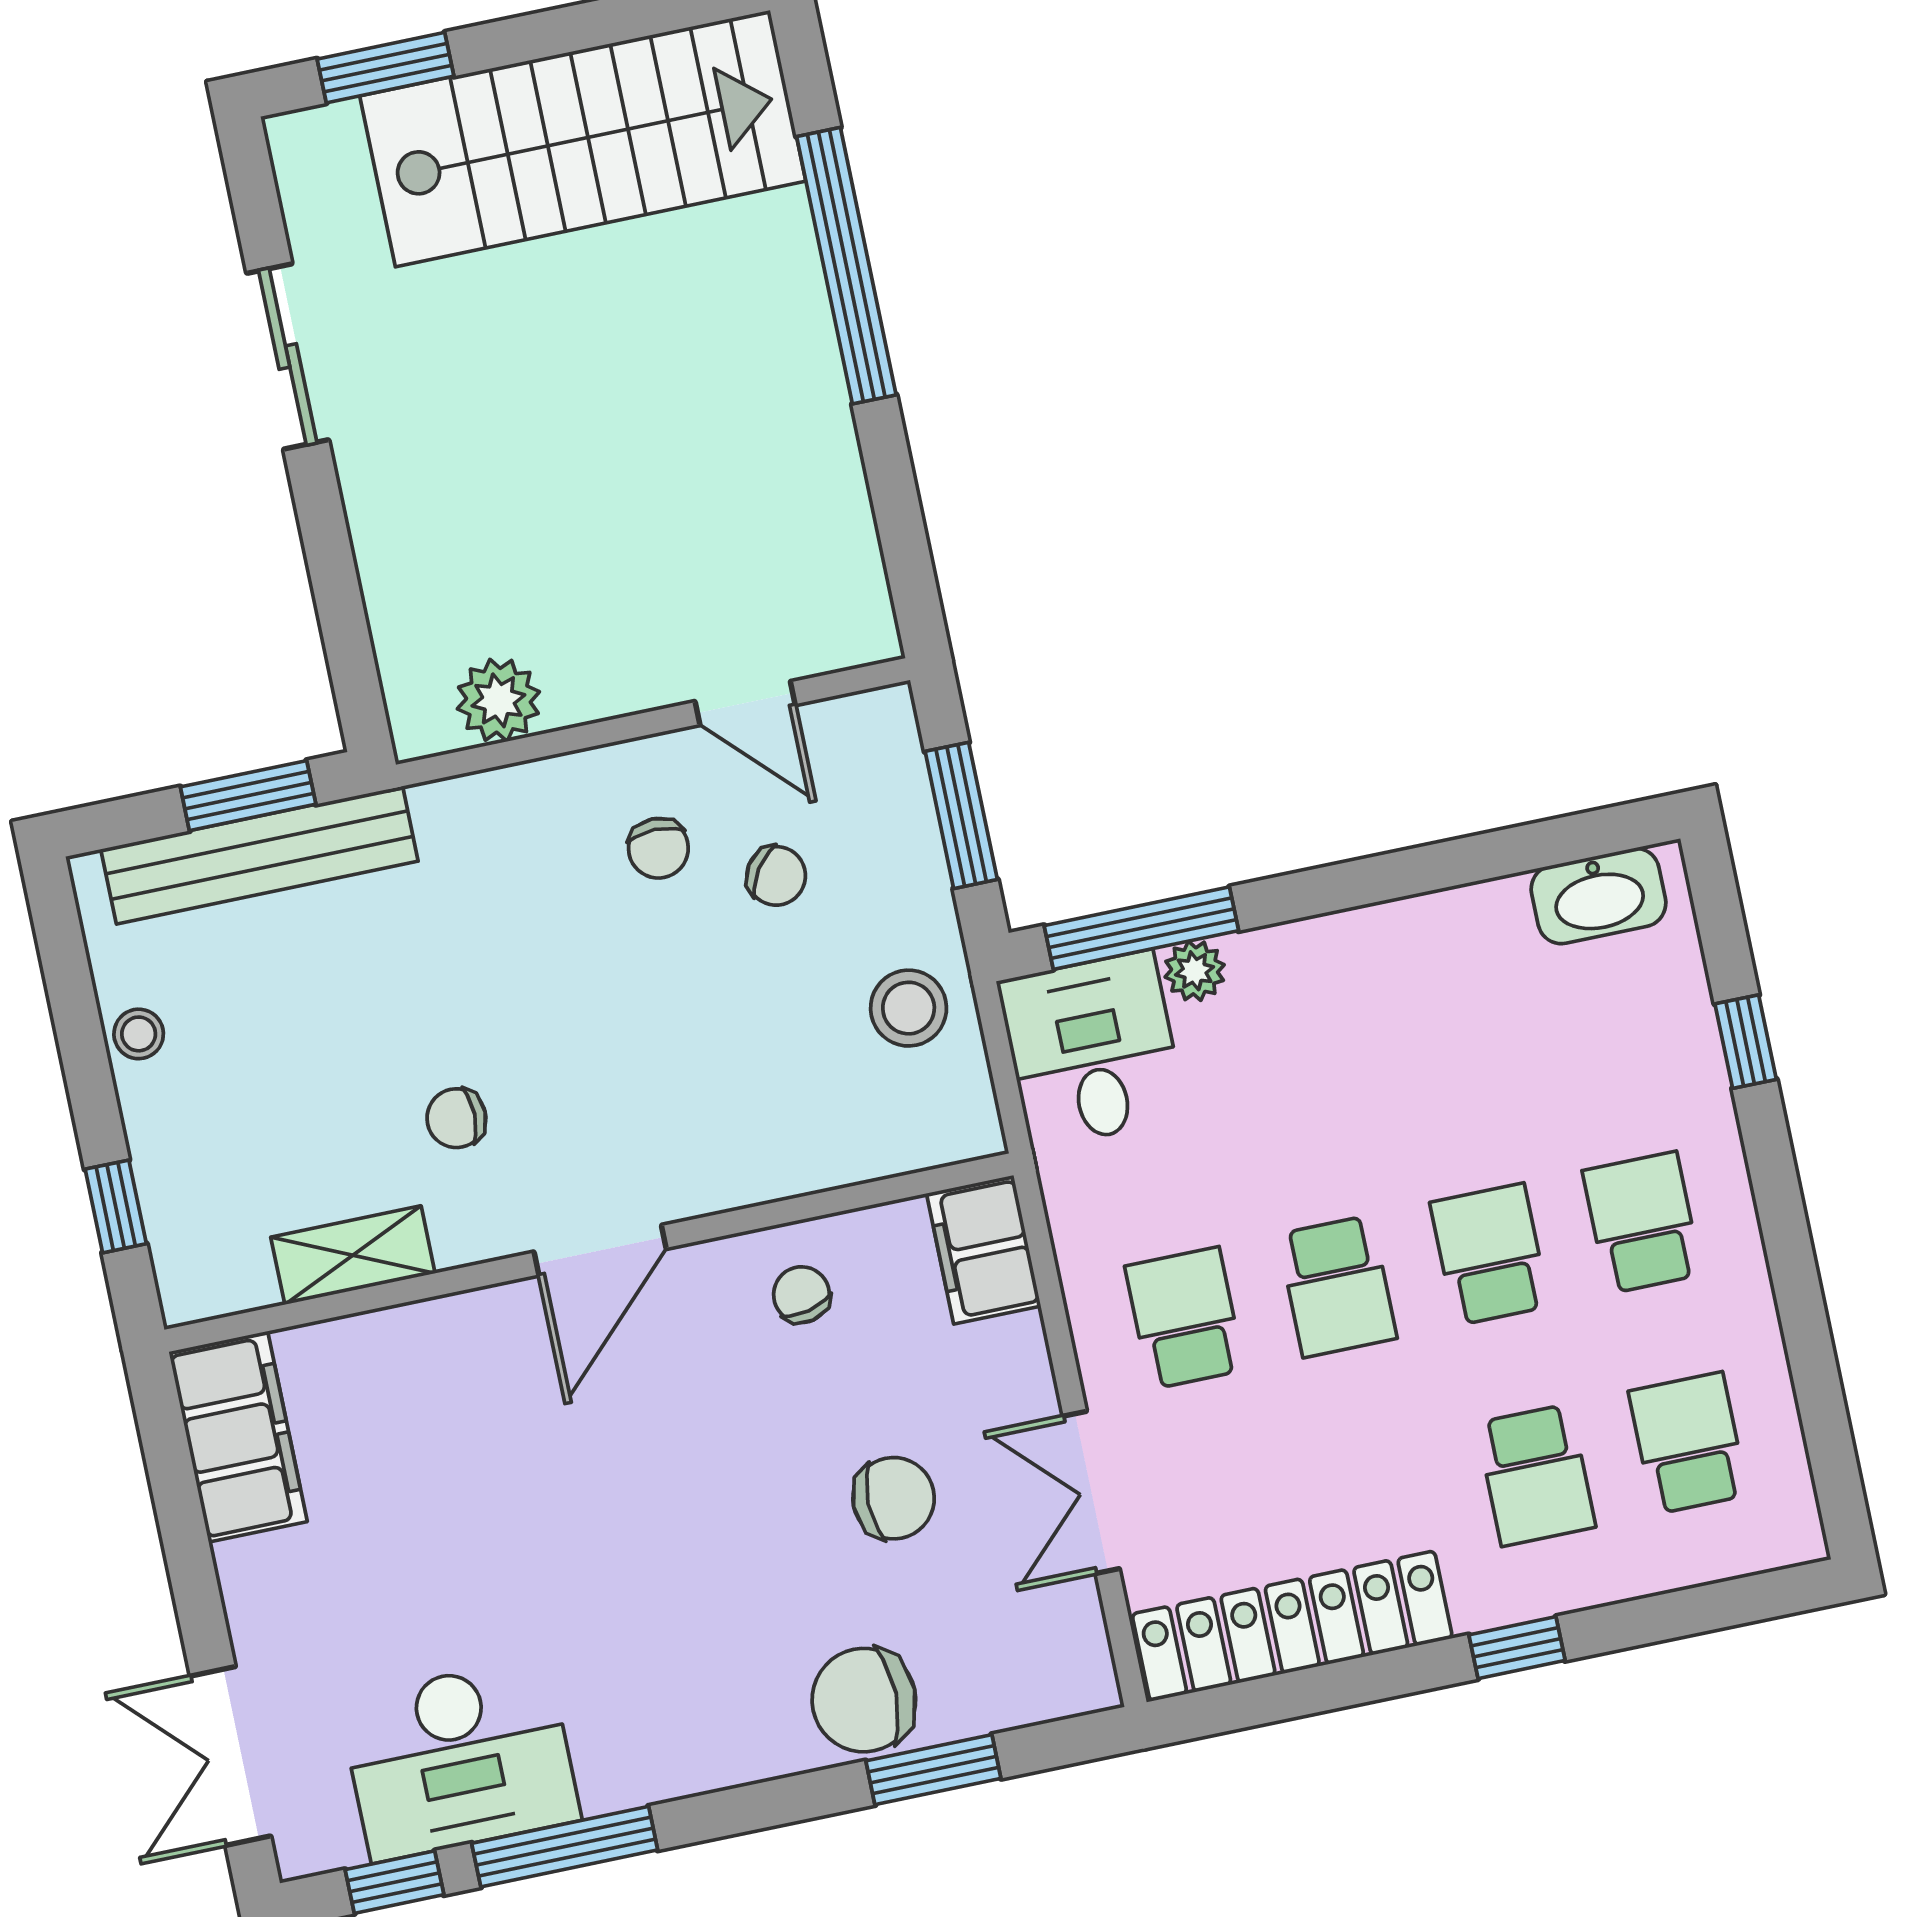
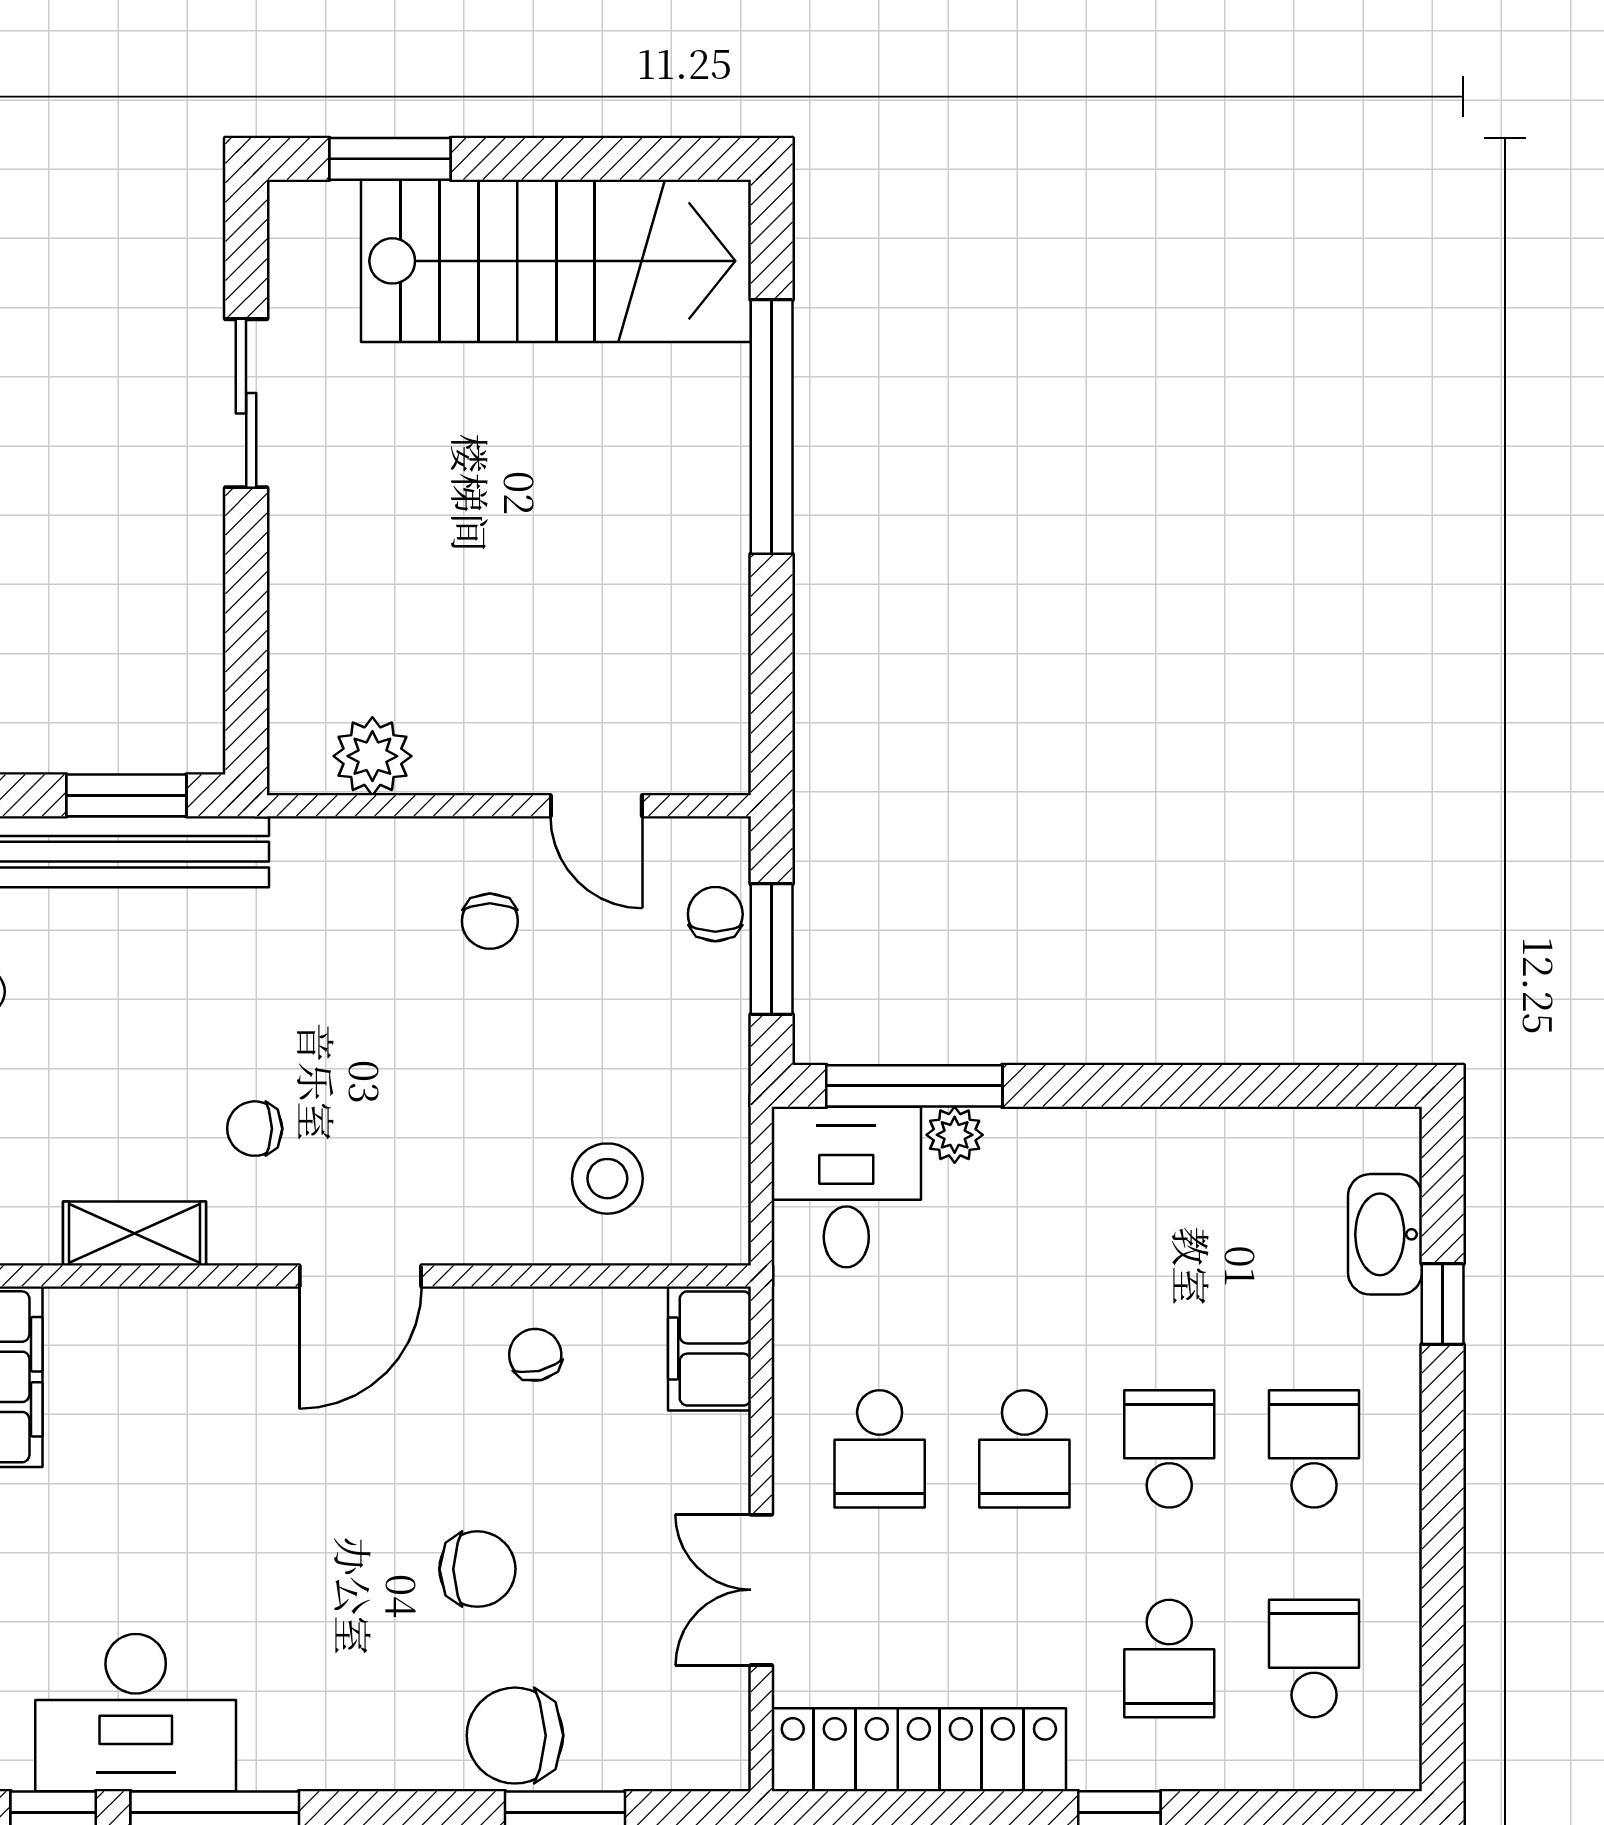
chair: (776, 876) -> (715, 914), moved, turned -124
washbasin: (1599, 896) -> (1385, 1234), moved, turned 90
stool: (909, 1008) -> (607, 1179), moved
school desk: (1185, 1318) -> (880, 1449), turned 180
chair: (894, 1498) -> (477, 1569), moved

